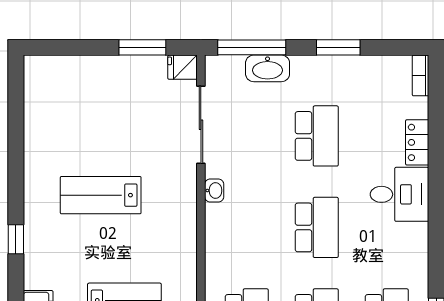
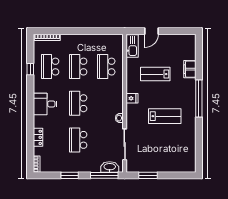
fridge: (183, 67) -> (132, 98), moved
washbasin: (268, 68) -> (110, 167), moved
desk: (400, 194) -> (45, 104), moved
window: (16, 239) -> (199, 98), width x3.17

